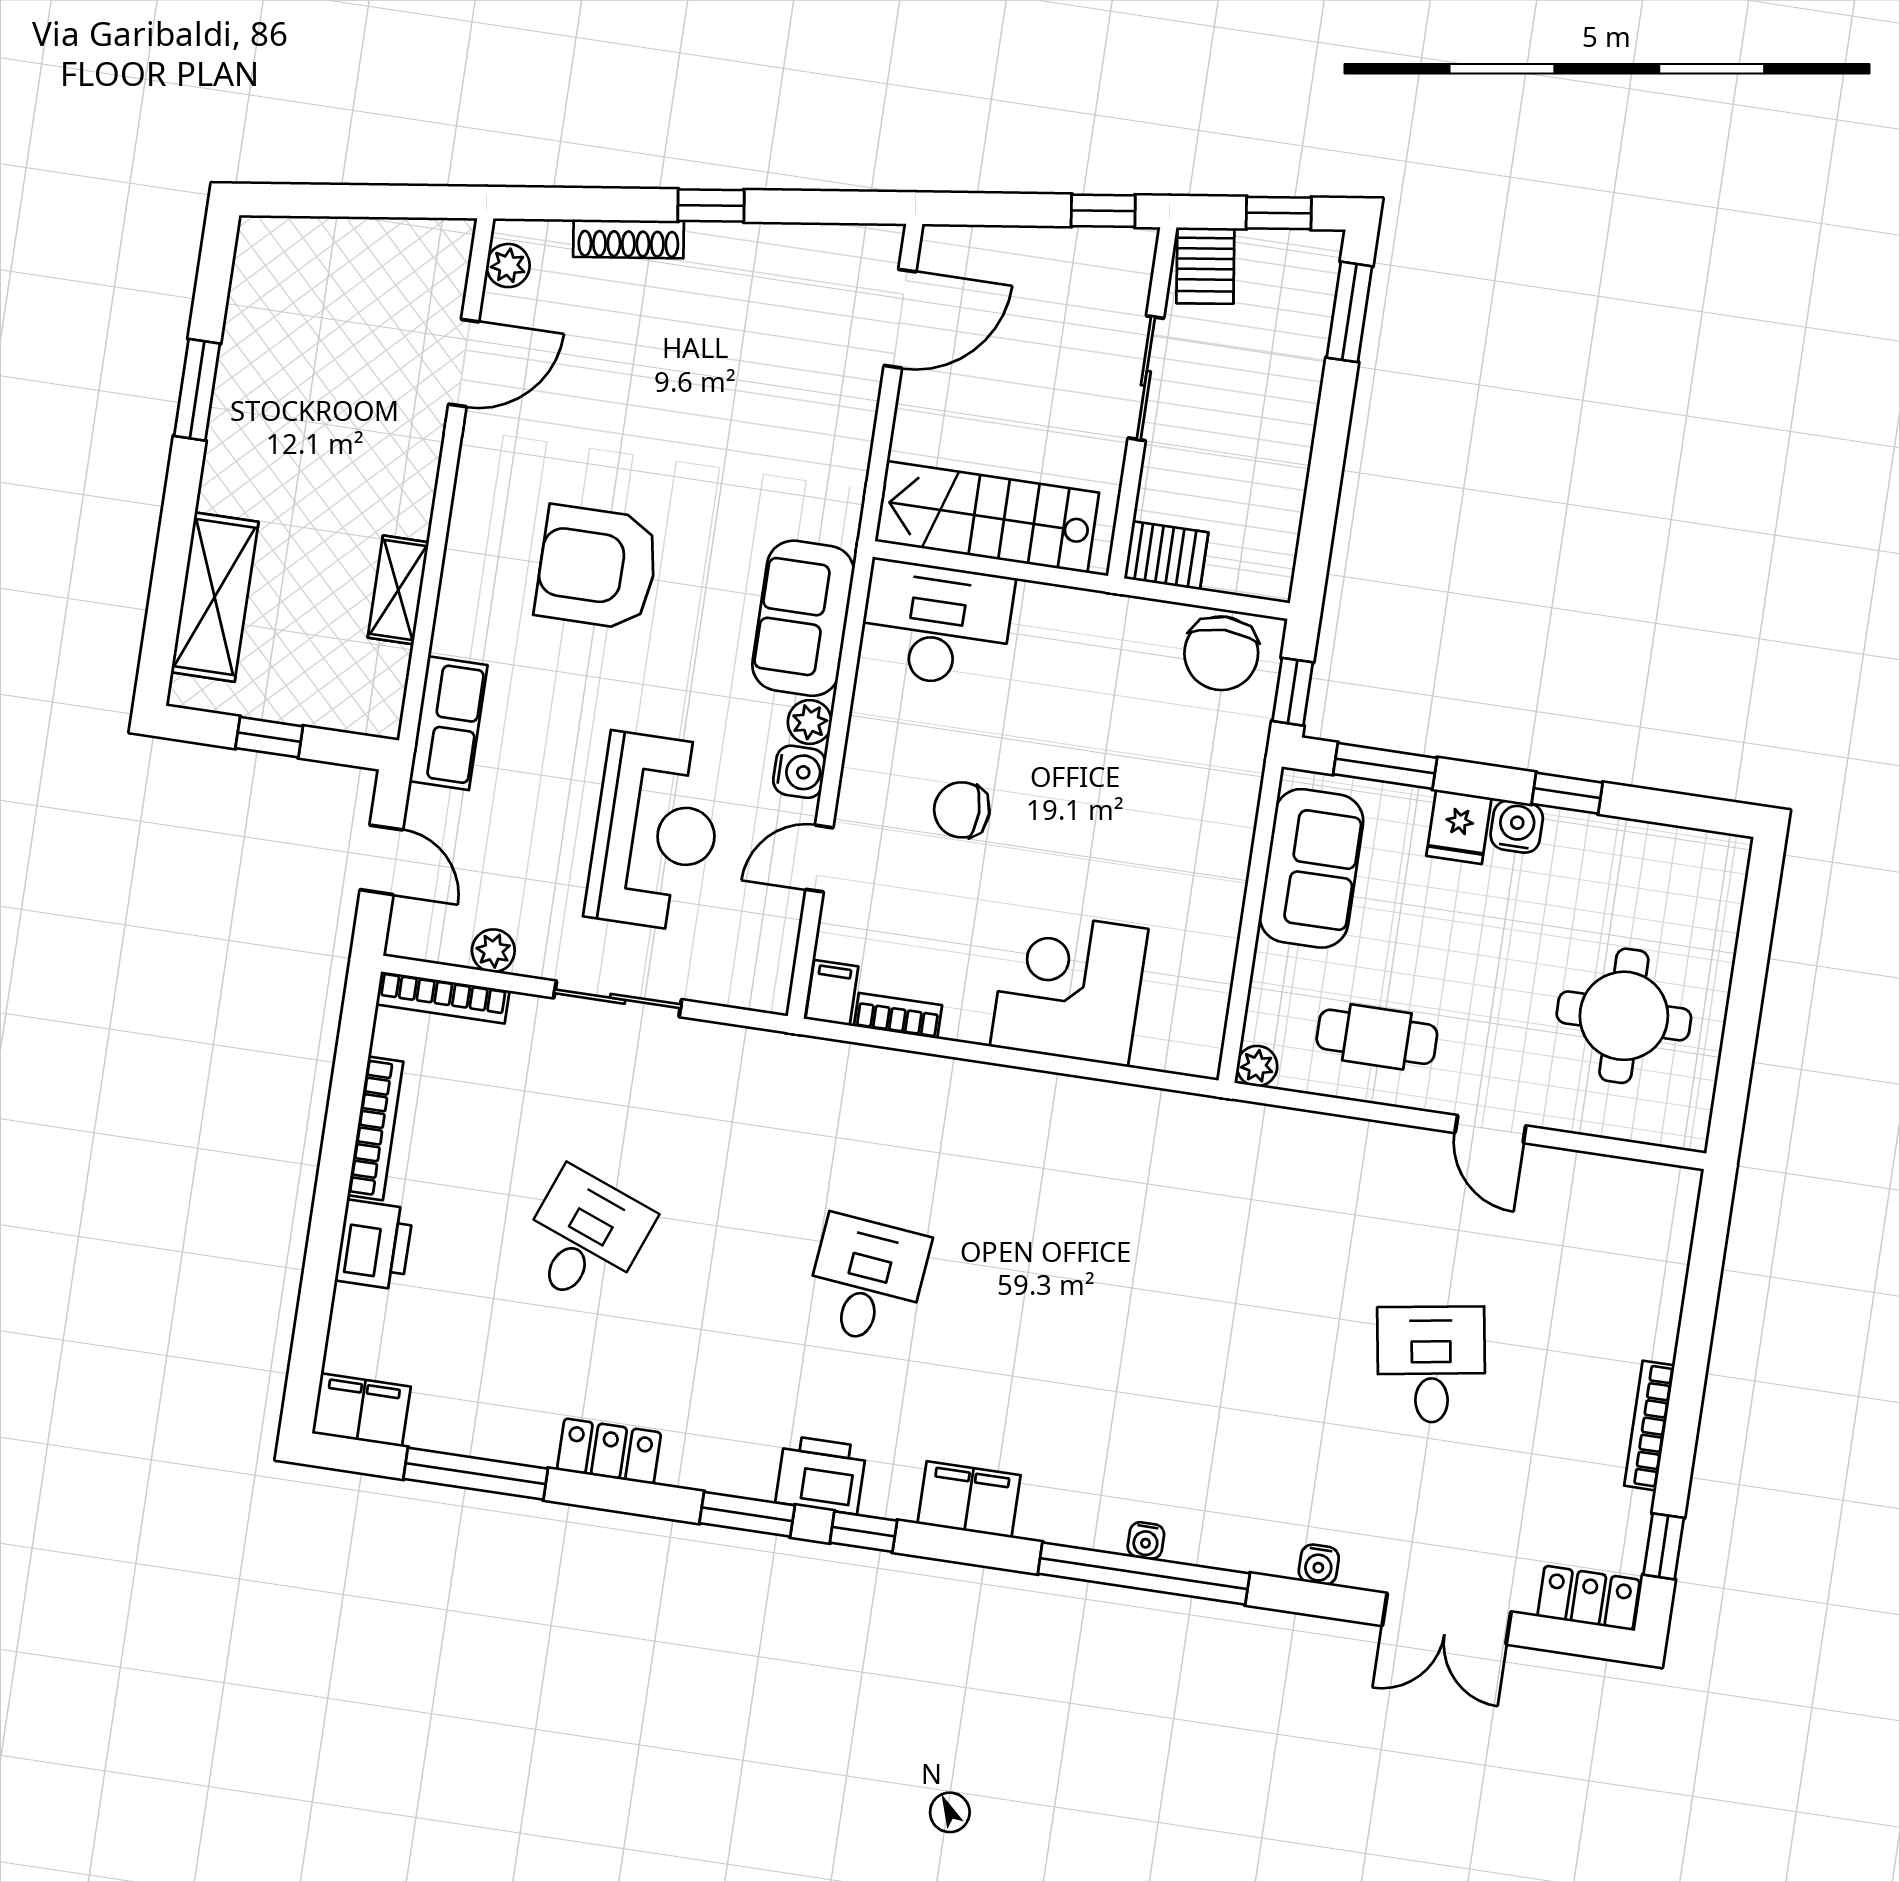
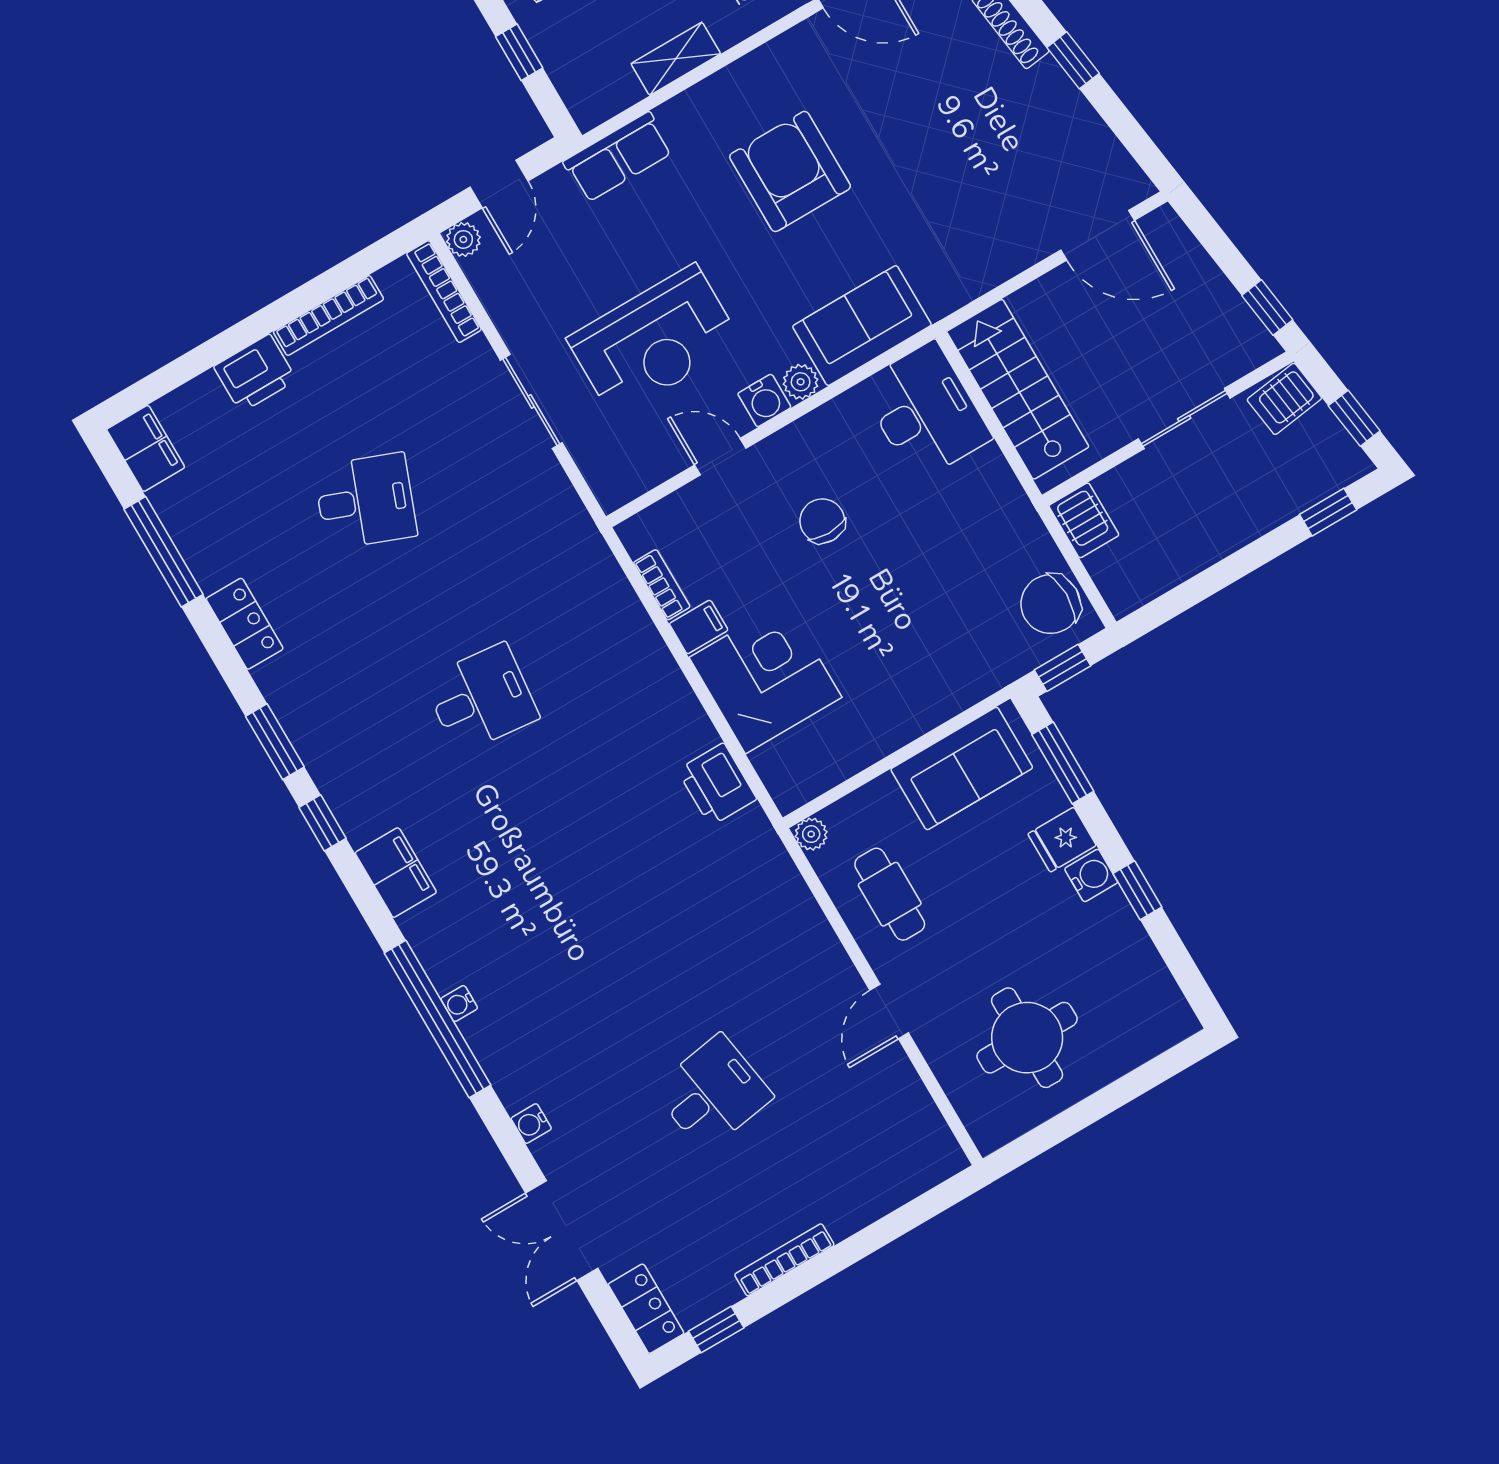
window: (1349, 312) -> (1328, 512), width x0.67
plant: (493, 951) -> (463, 239), moved
filing cabinet: (832, 993) -> (699, 627), moved
printer: (821, 1475) -> (717, 785), moved, turned 180

